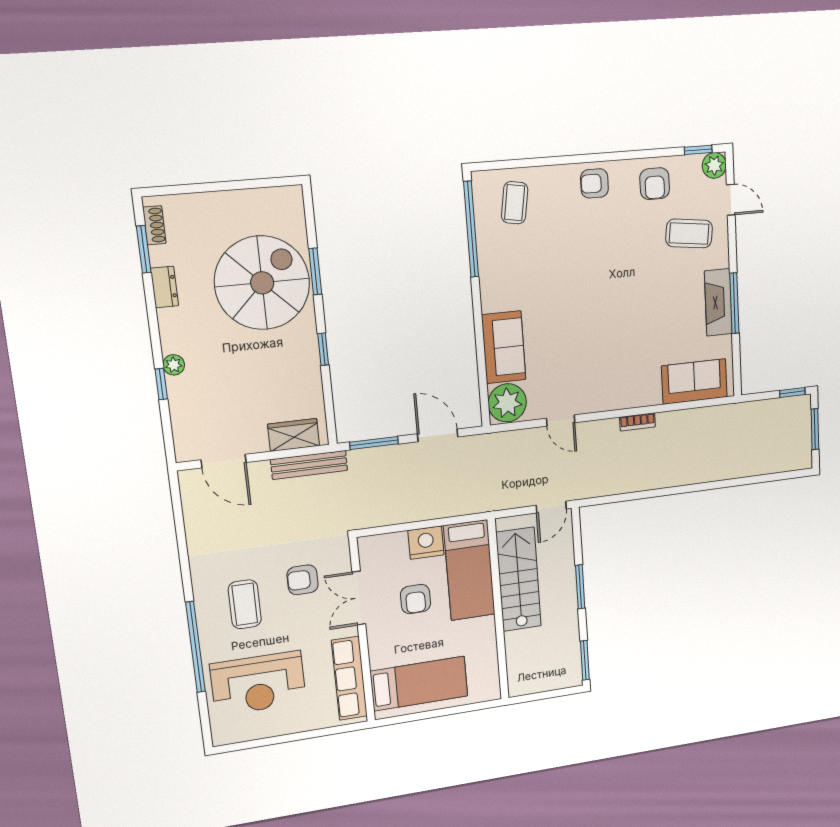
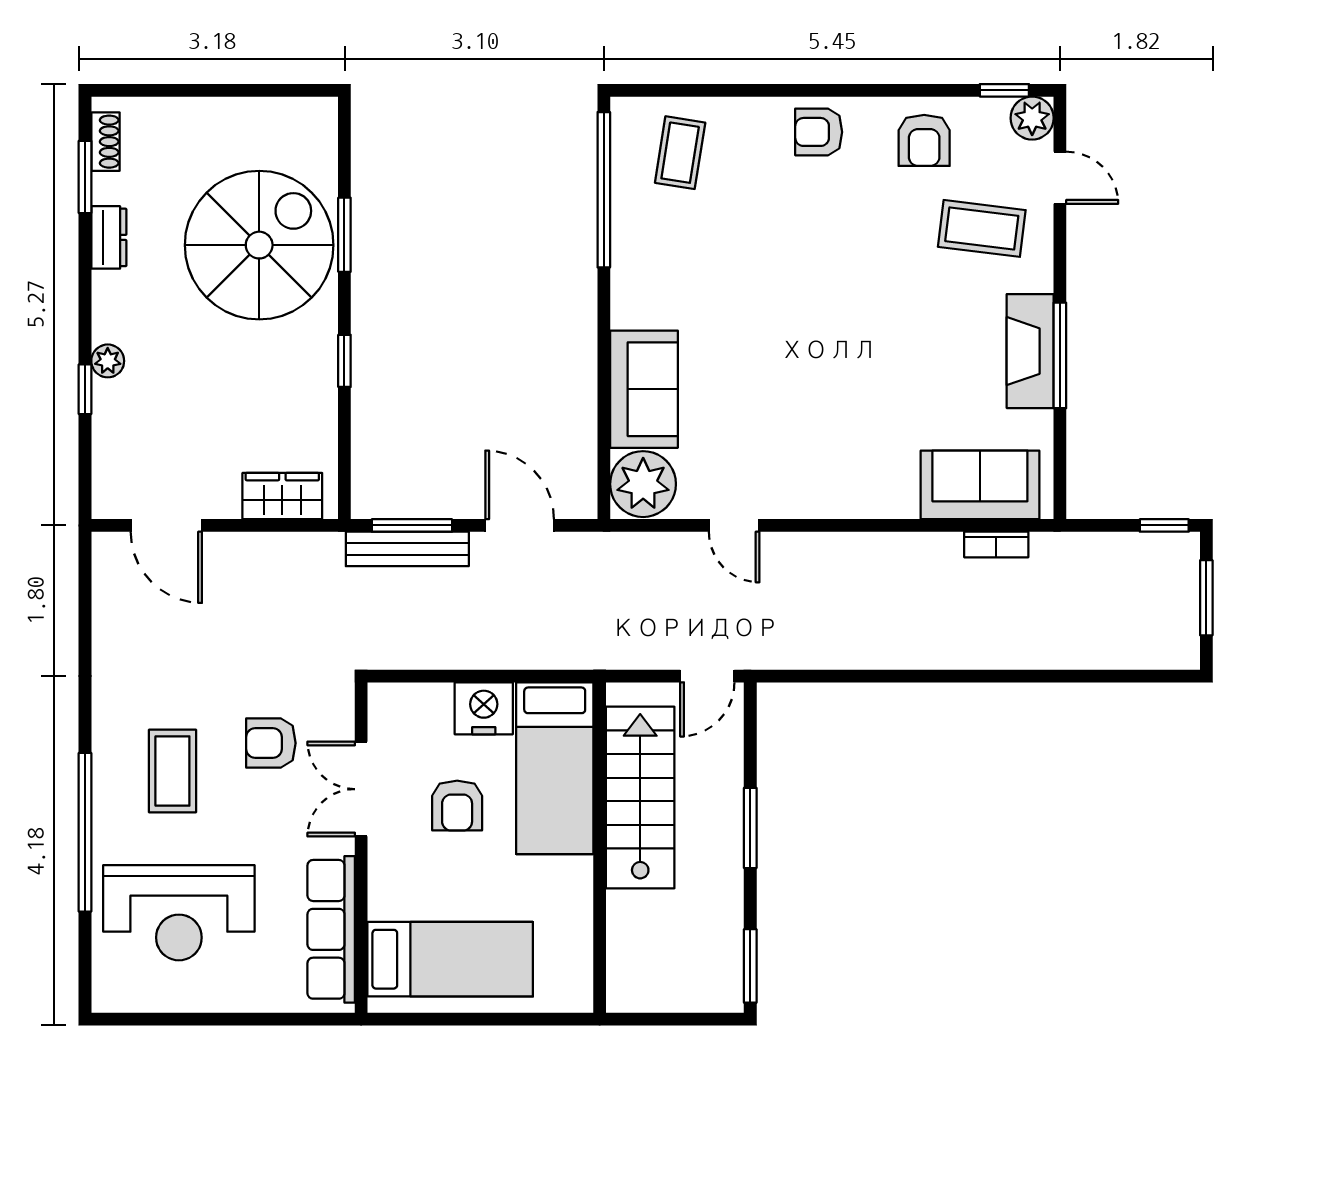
bookcase: (637, 422) -> (996, 545), moved
bench: (309, 465) -> (407, 549), moved

